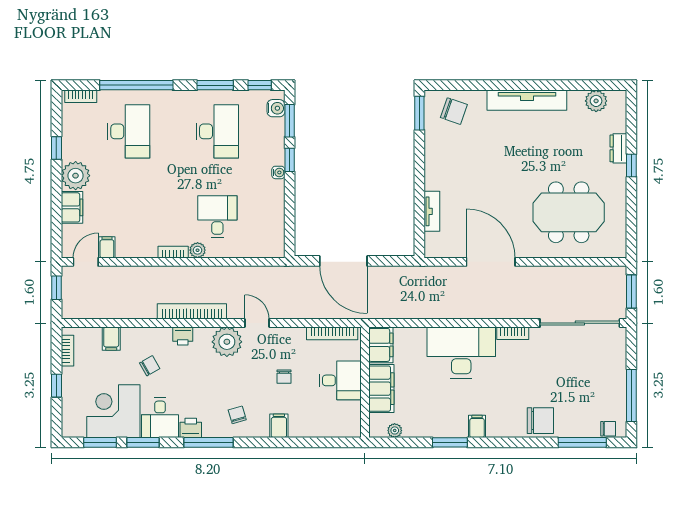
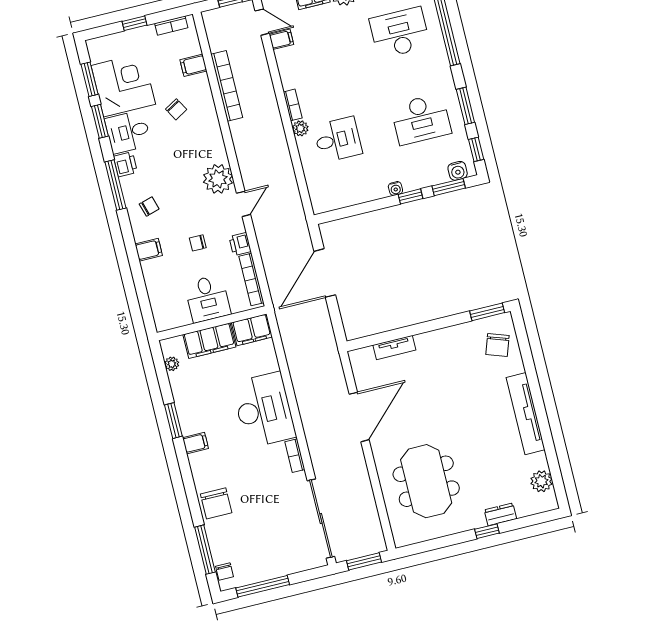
desk: (129, 131) -> (400, 33), turned 180
bookcase: (192, 311) -> (227, 86), moved
printer: (183, 336) -> (240, 244), moved

